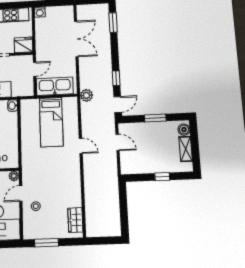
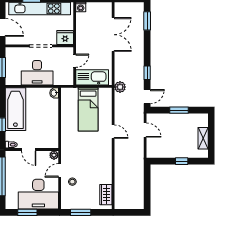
boiler: (184, 130) -> (203, 121), removed

